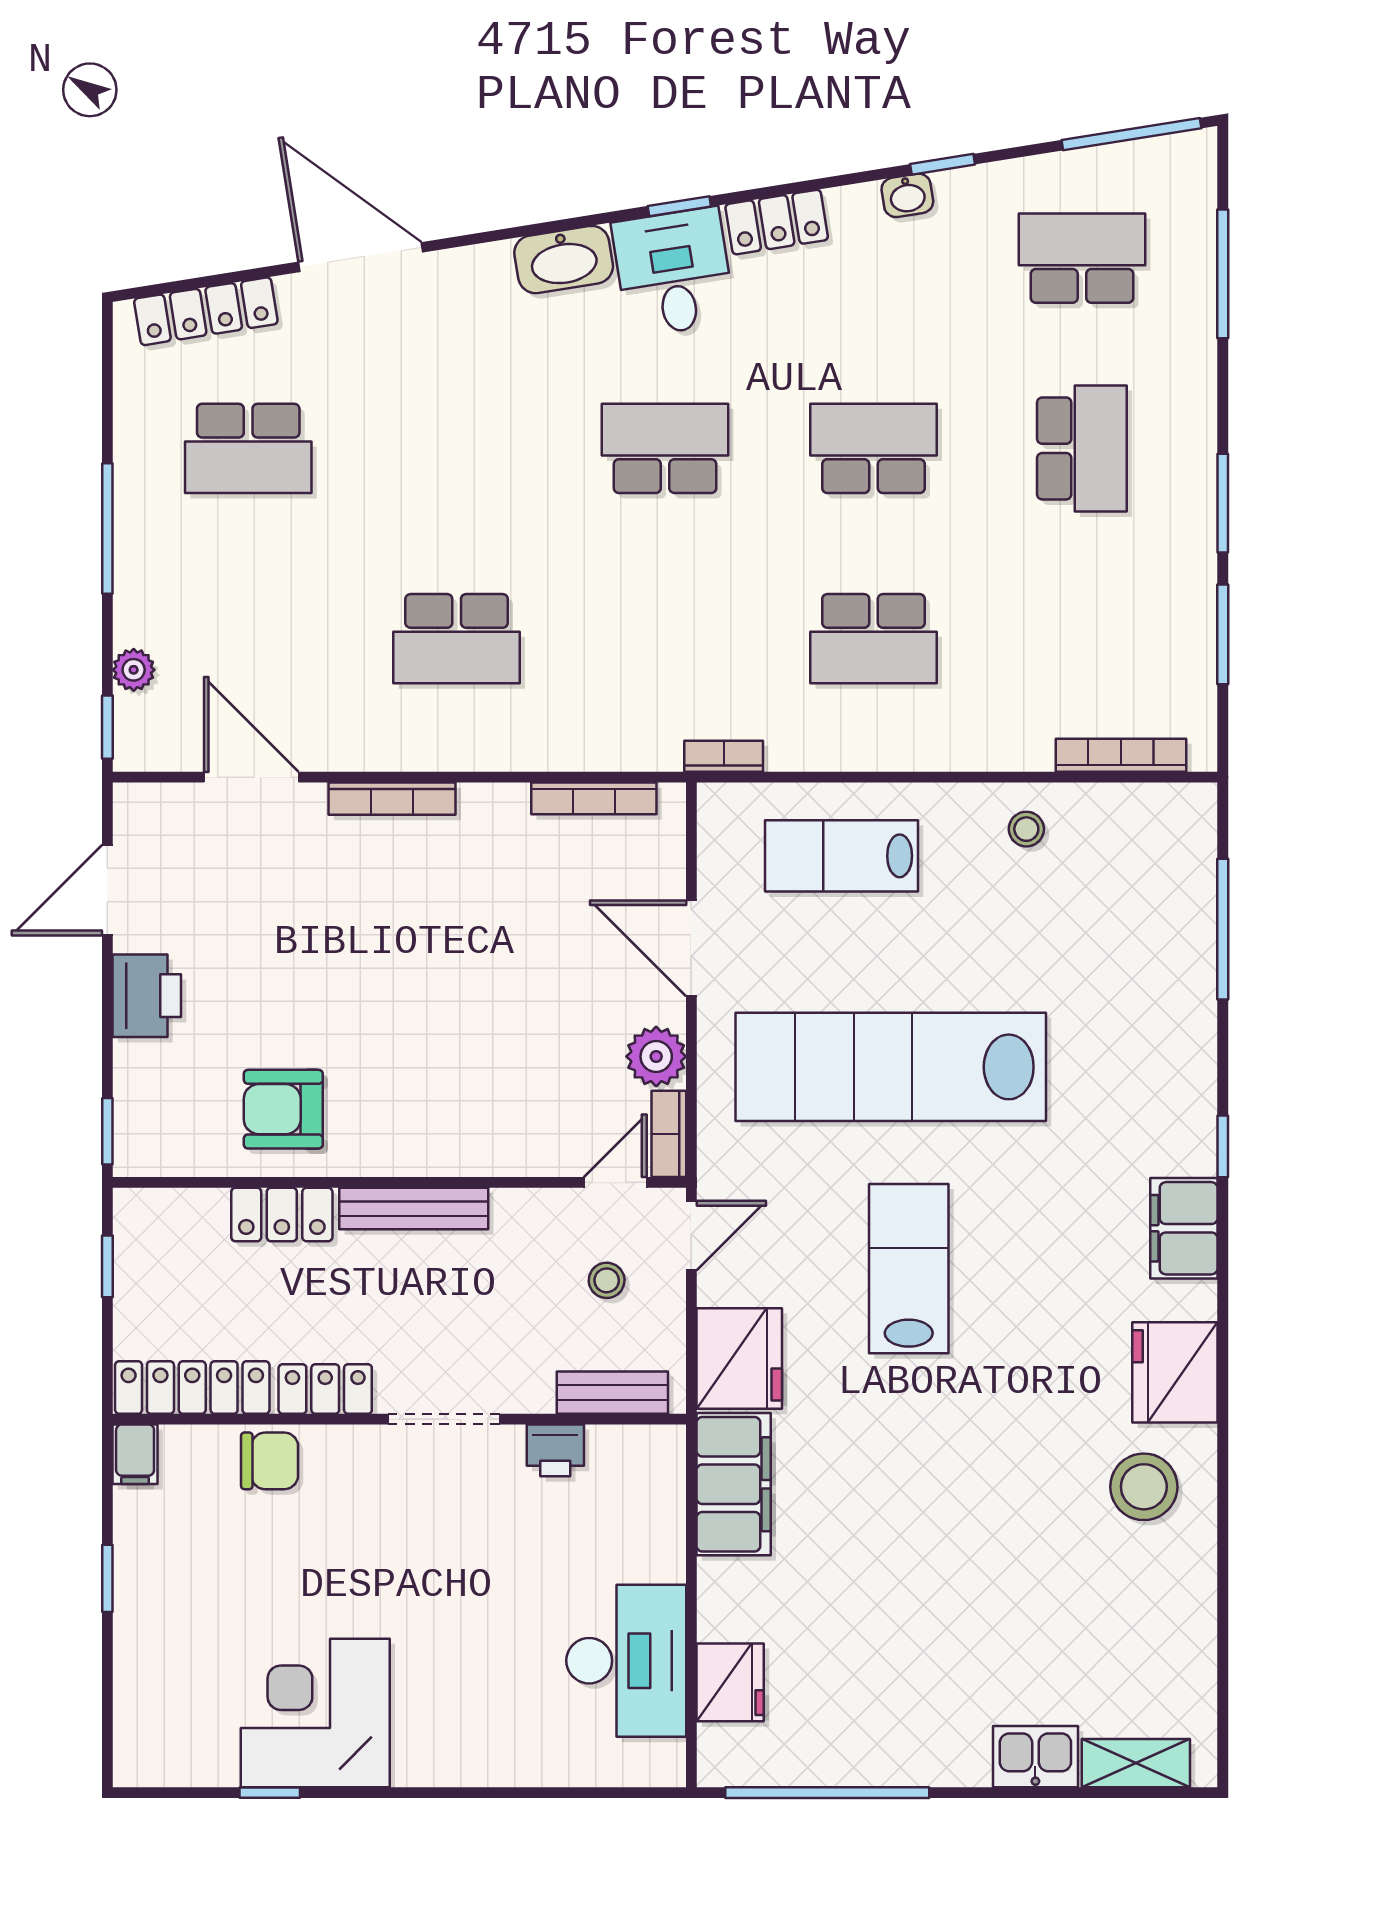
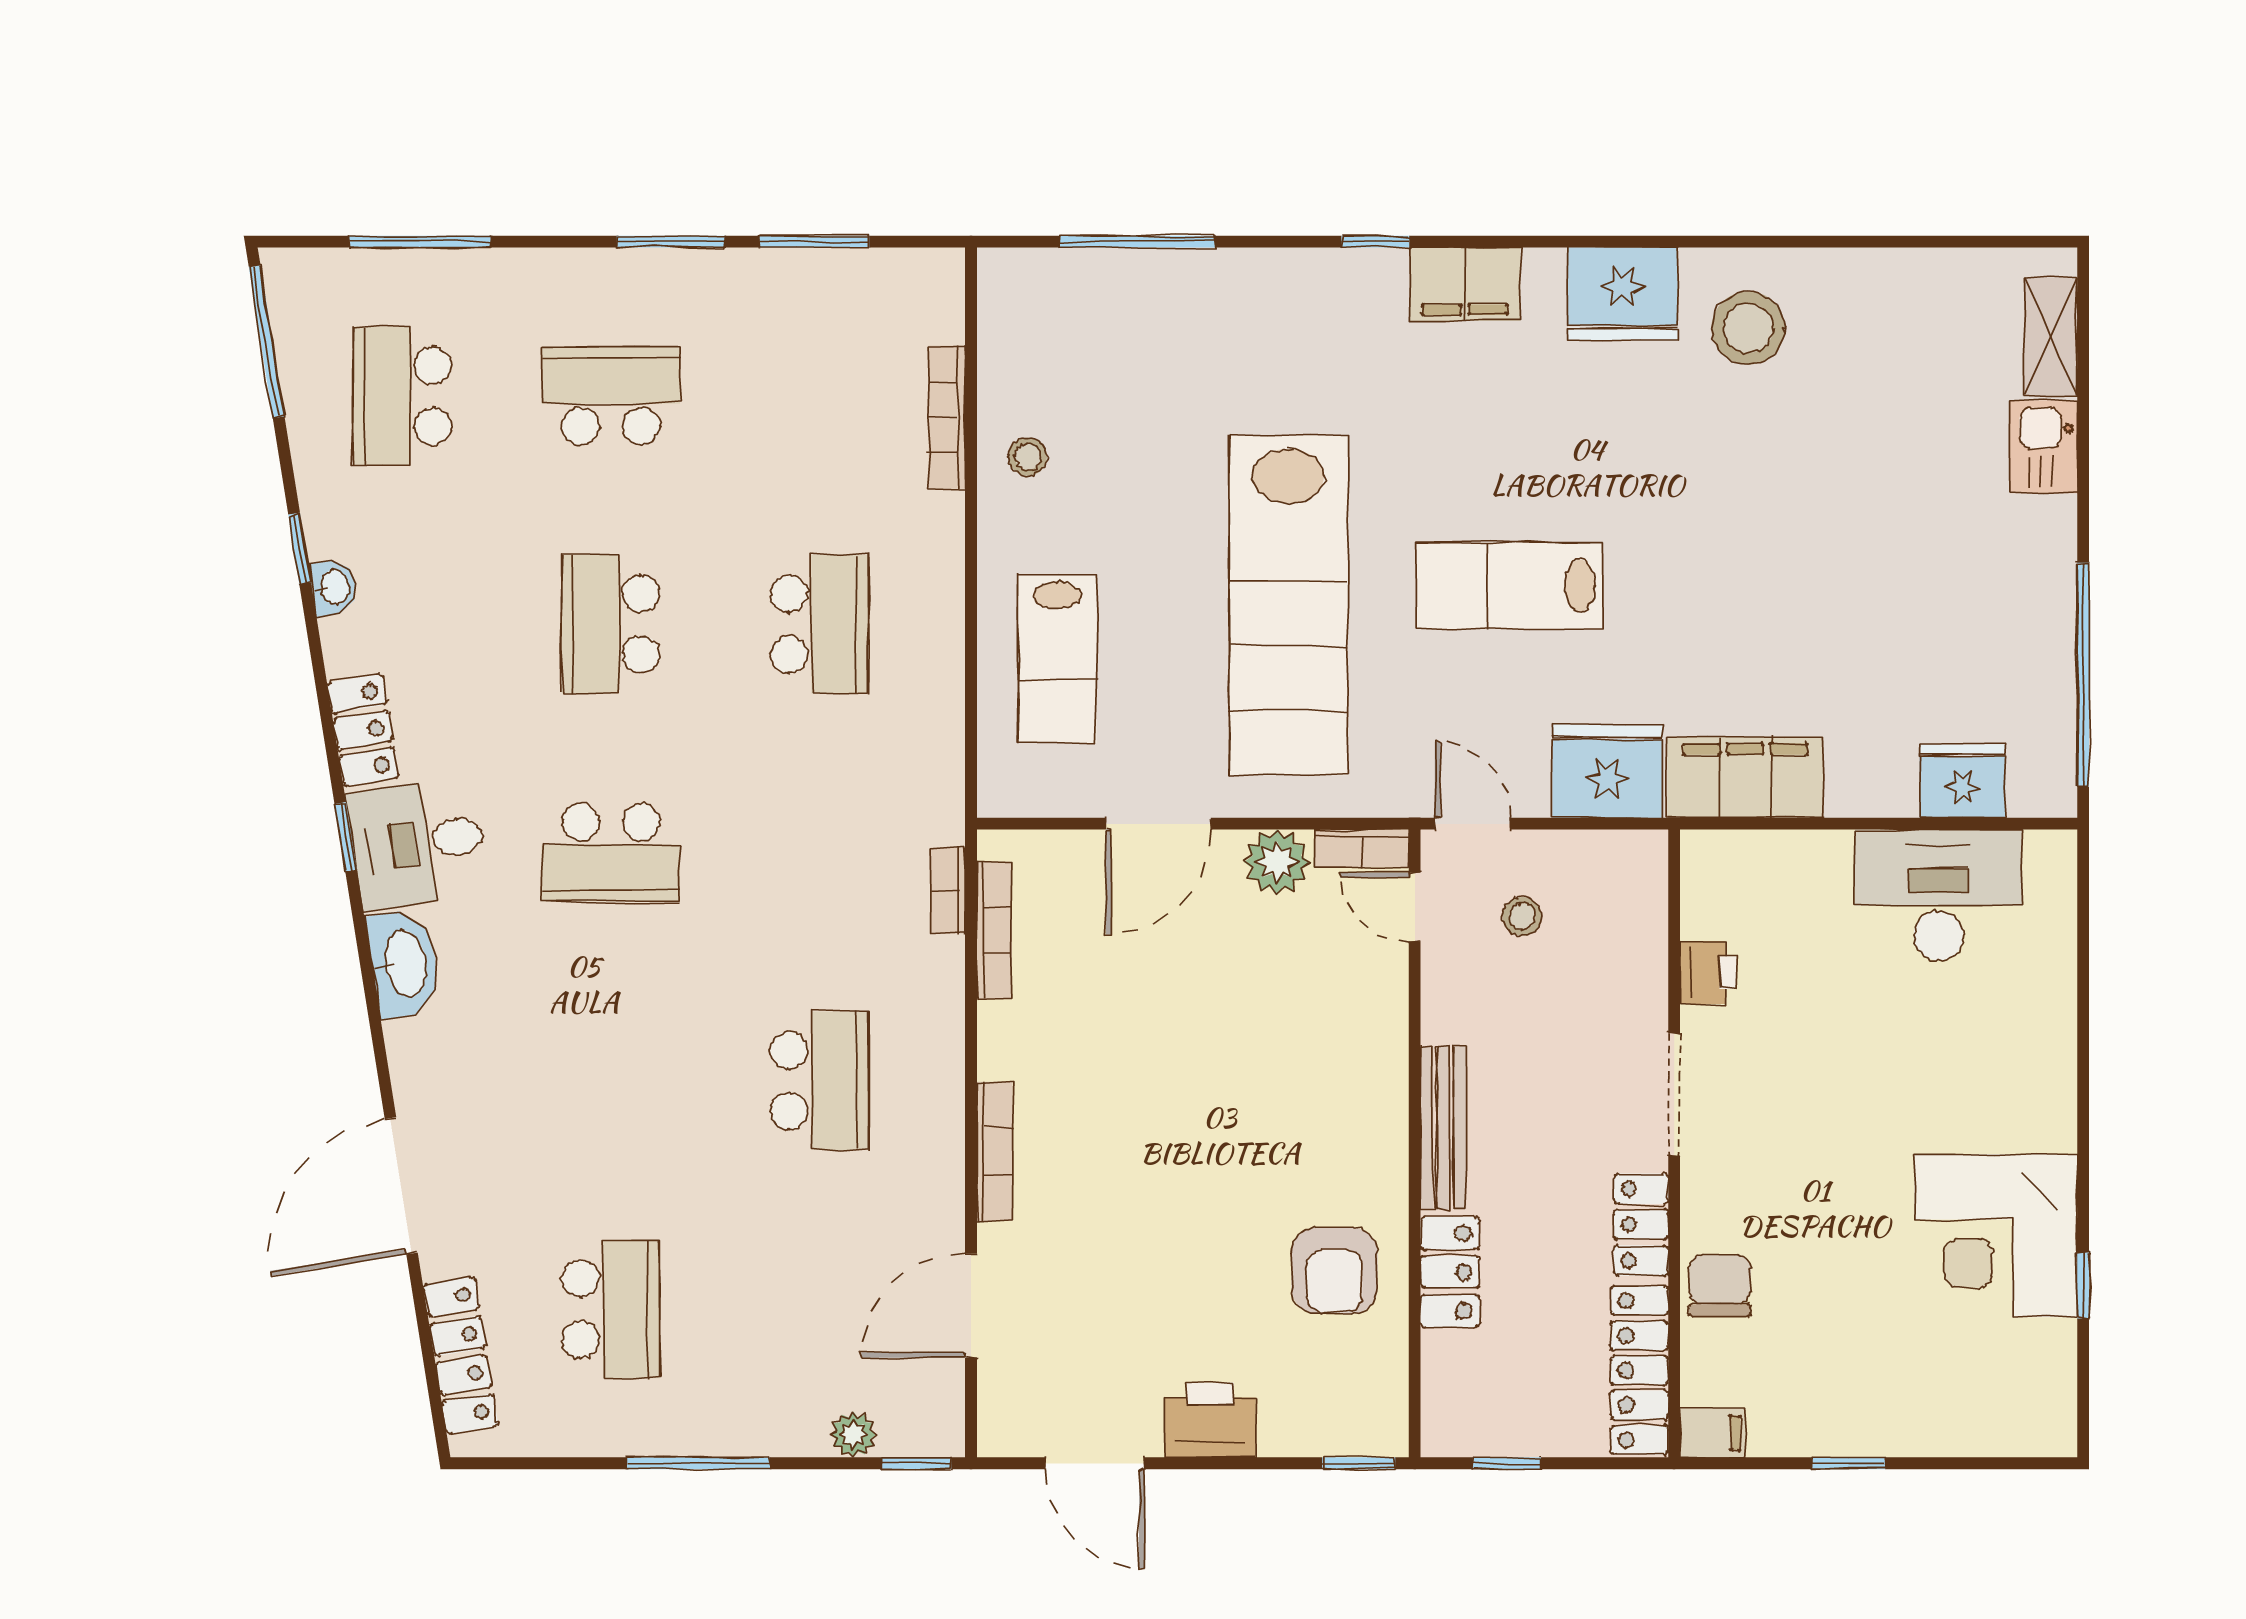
school desk: (665, 448) -> (611, 852), turned -90
bookcase: (1121, 755) -> (947, 417), moved
bookcase: (724, 756) -> (948, 890), moved
bench: (612, 1393) -> (1645, 910), removed

